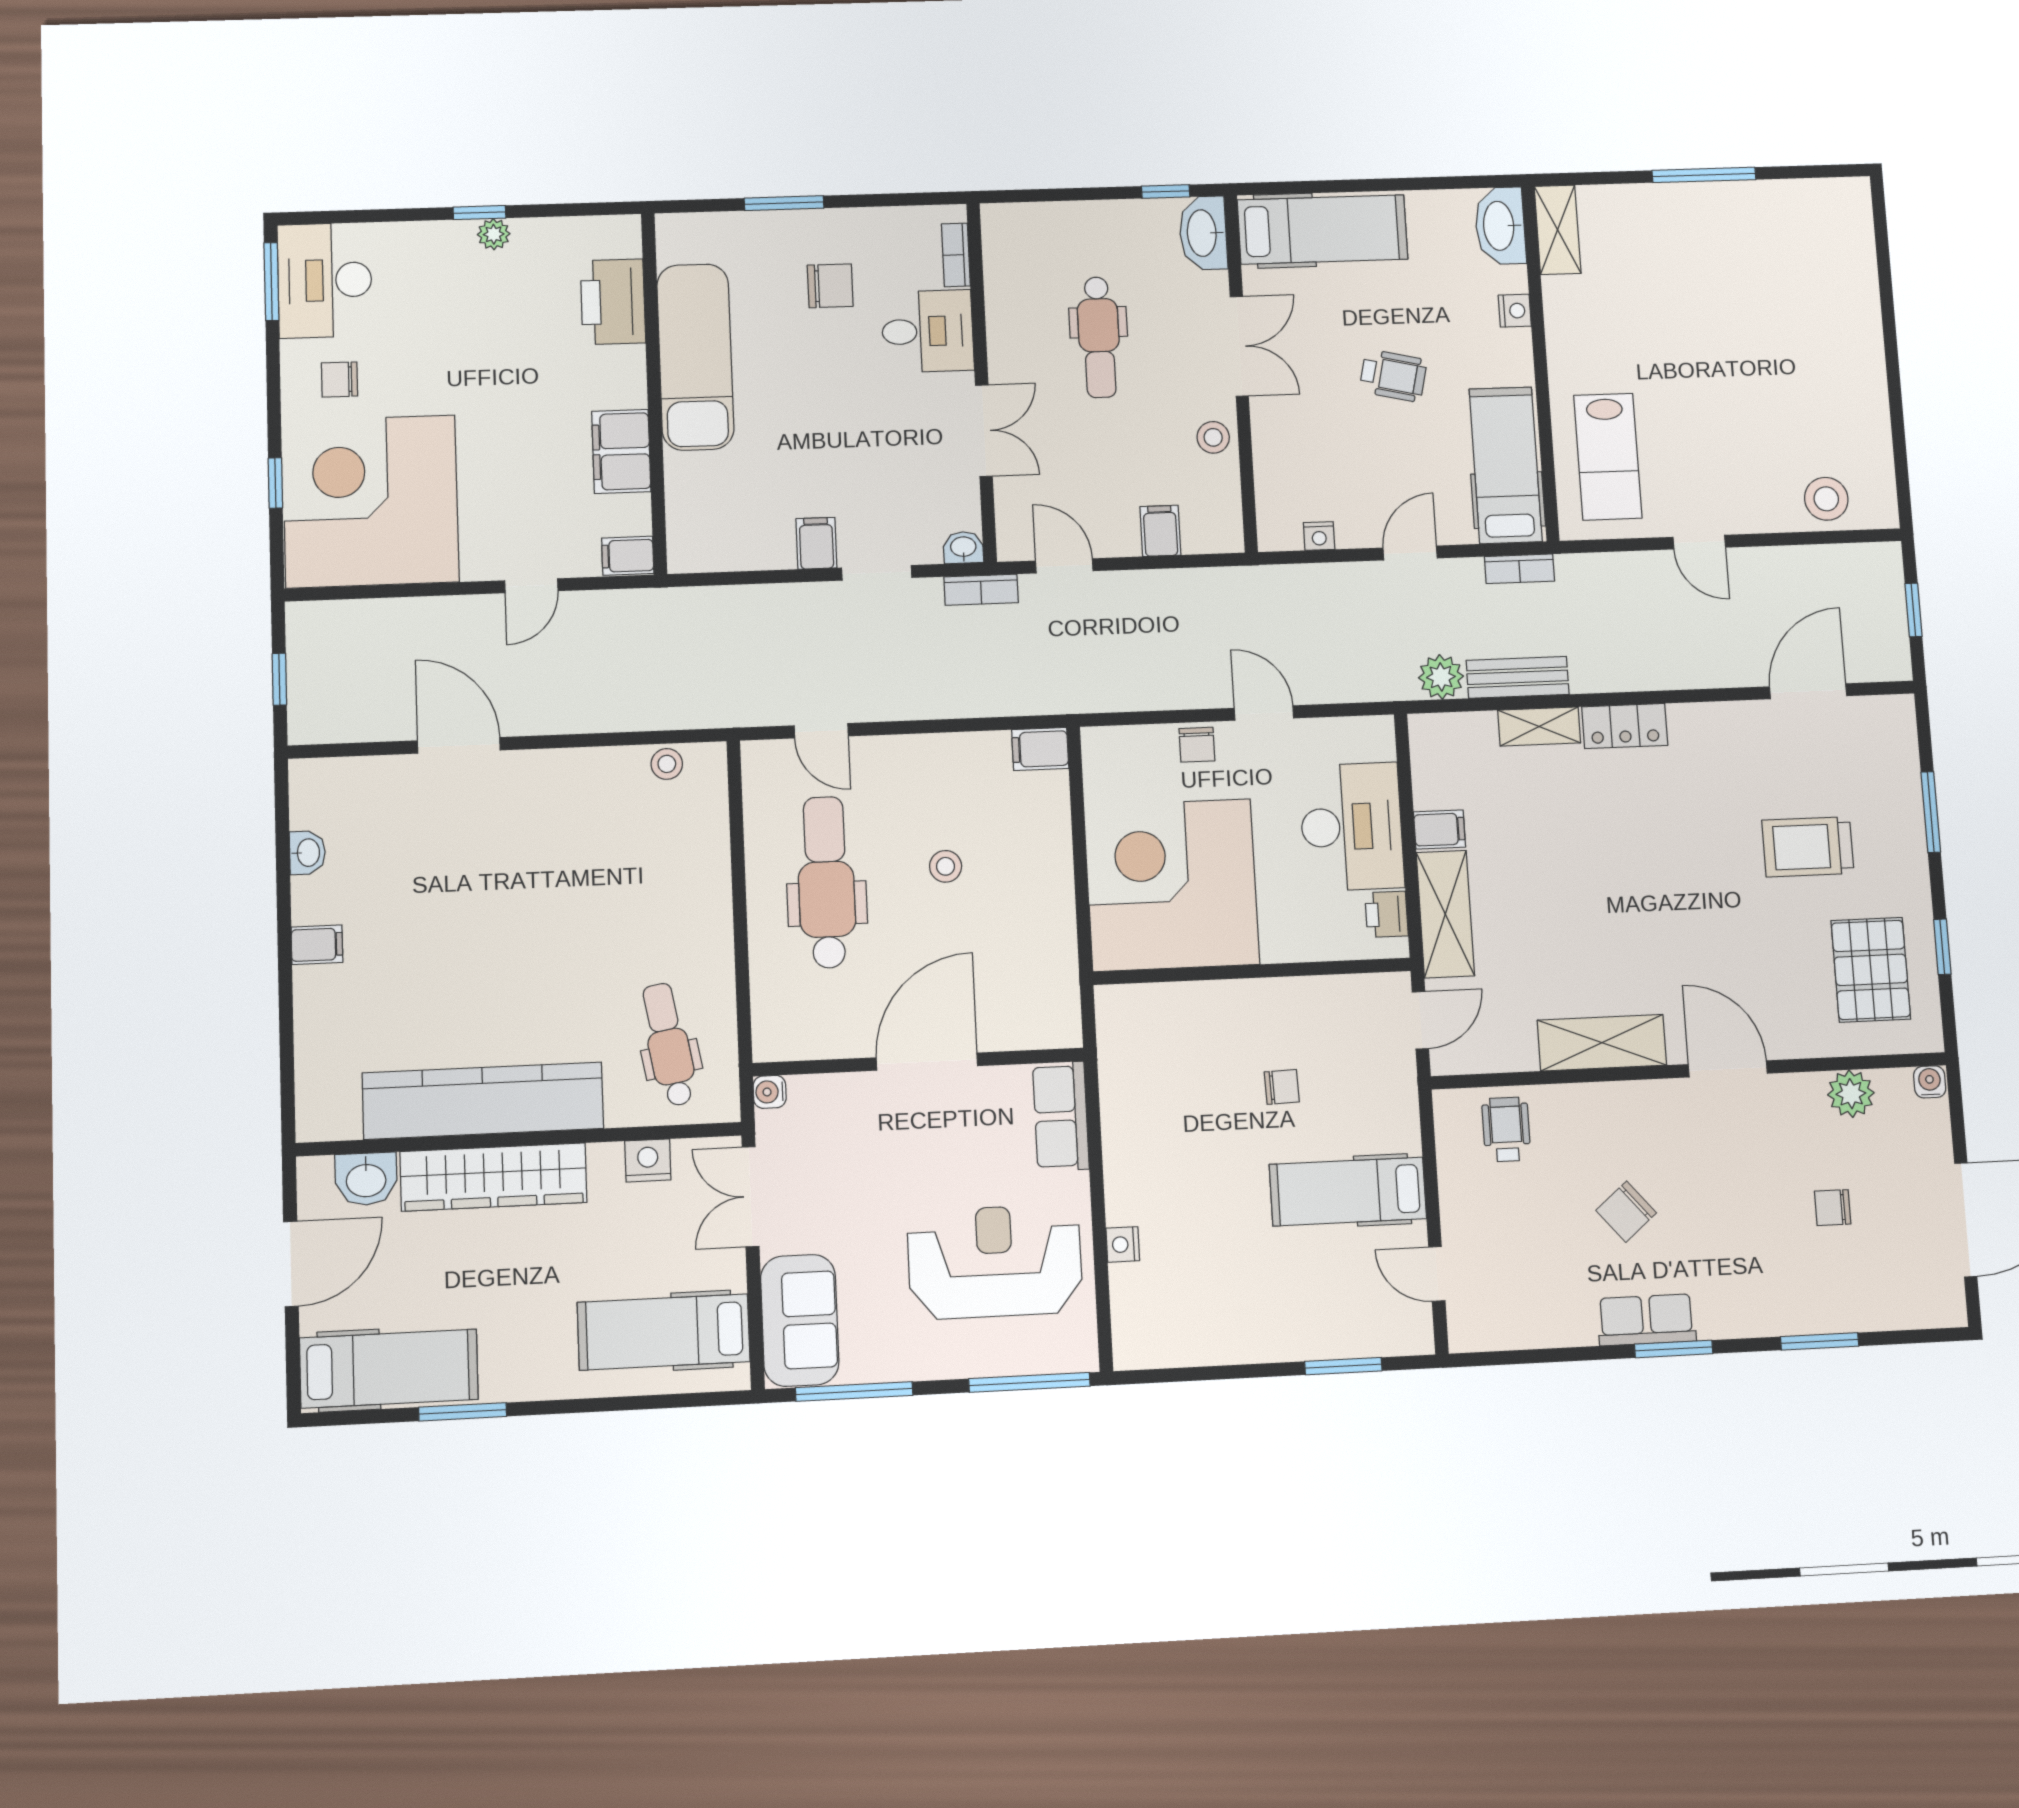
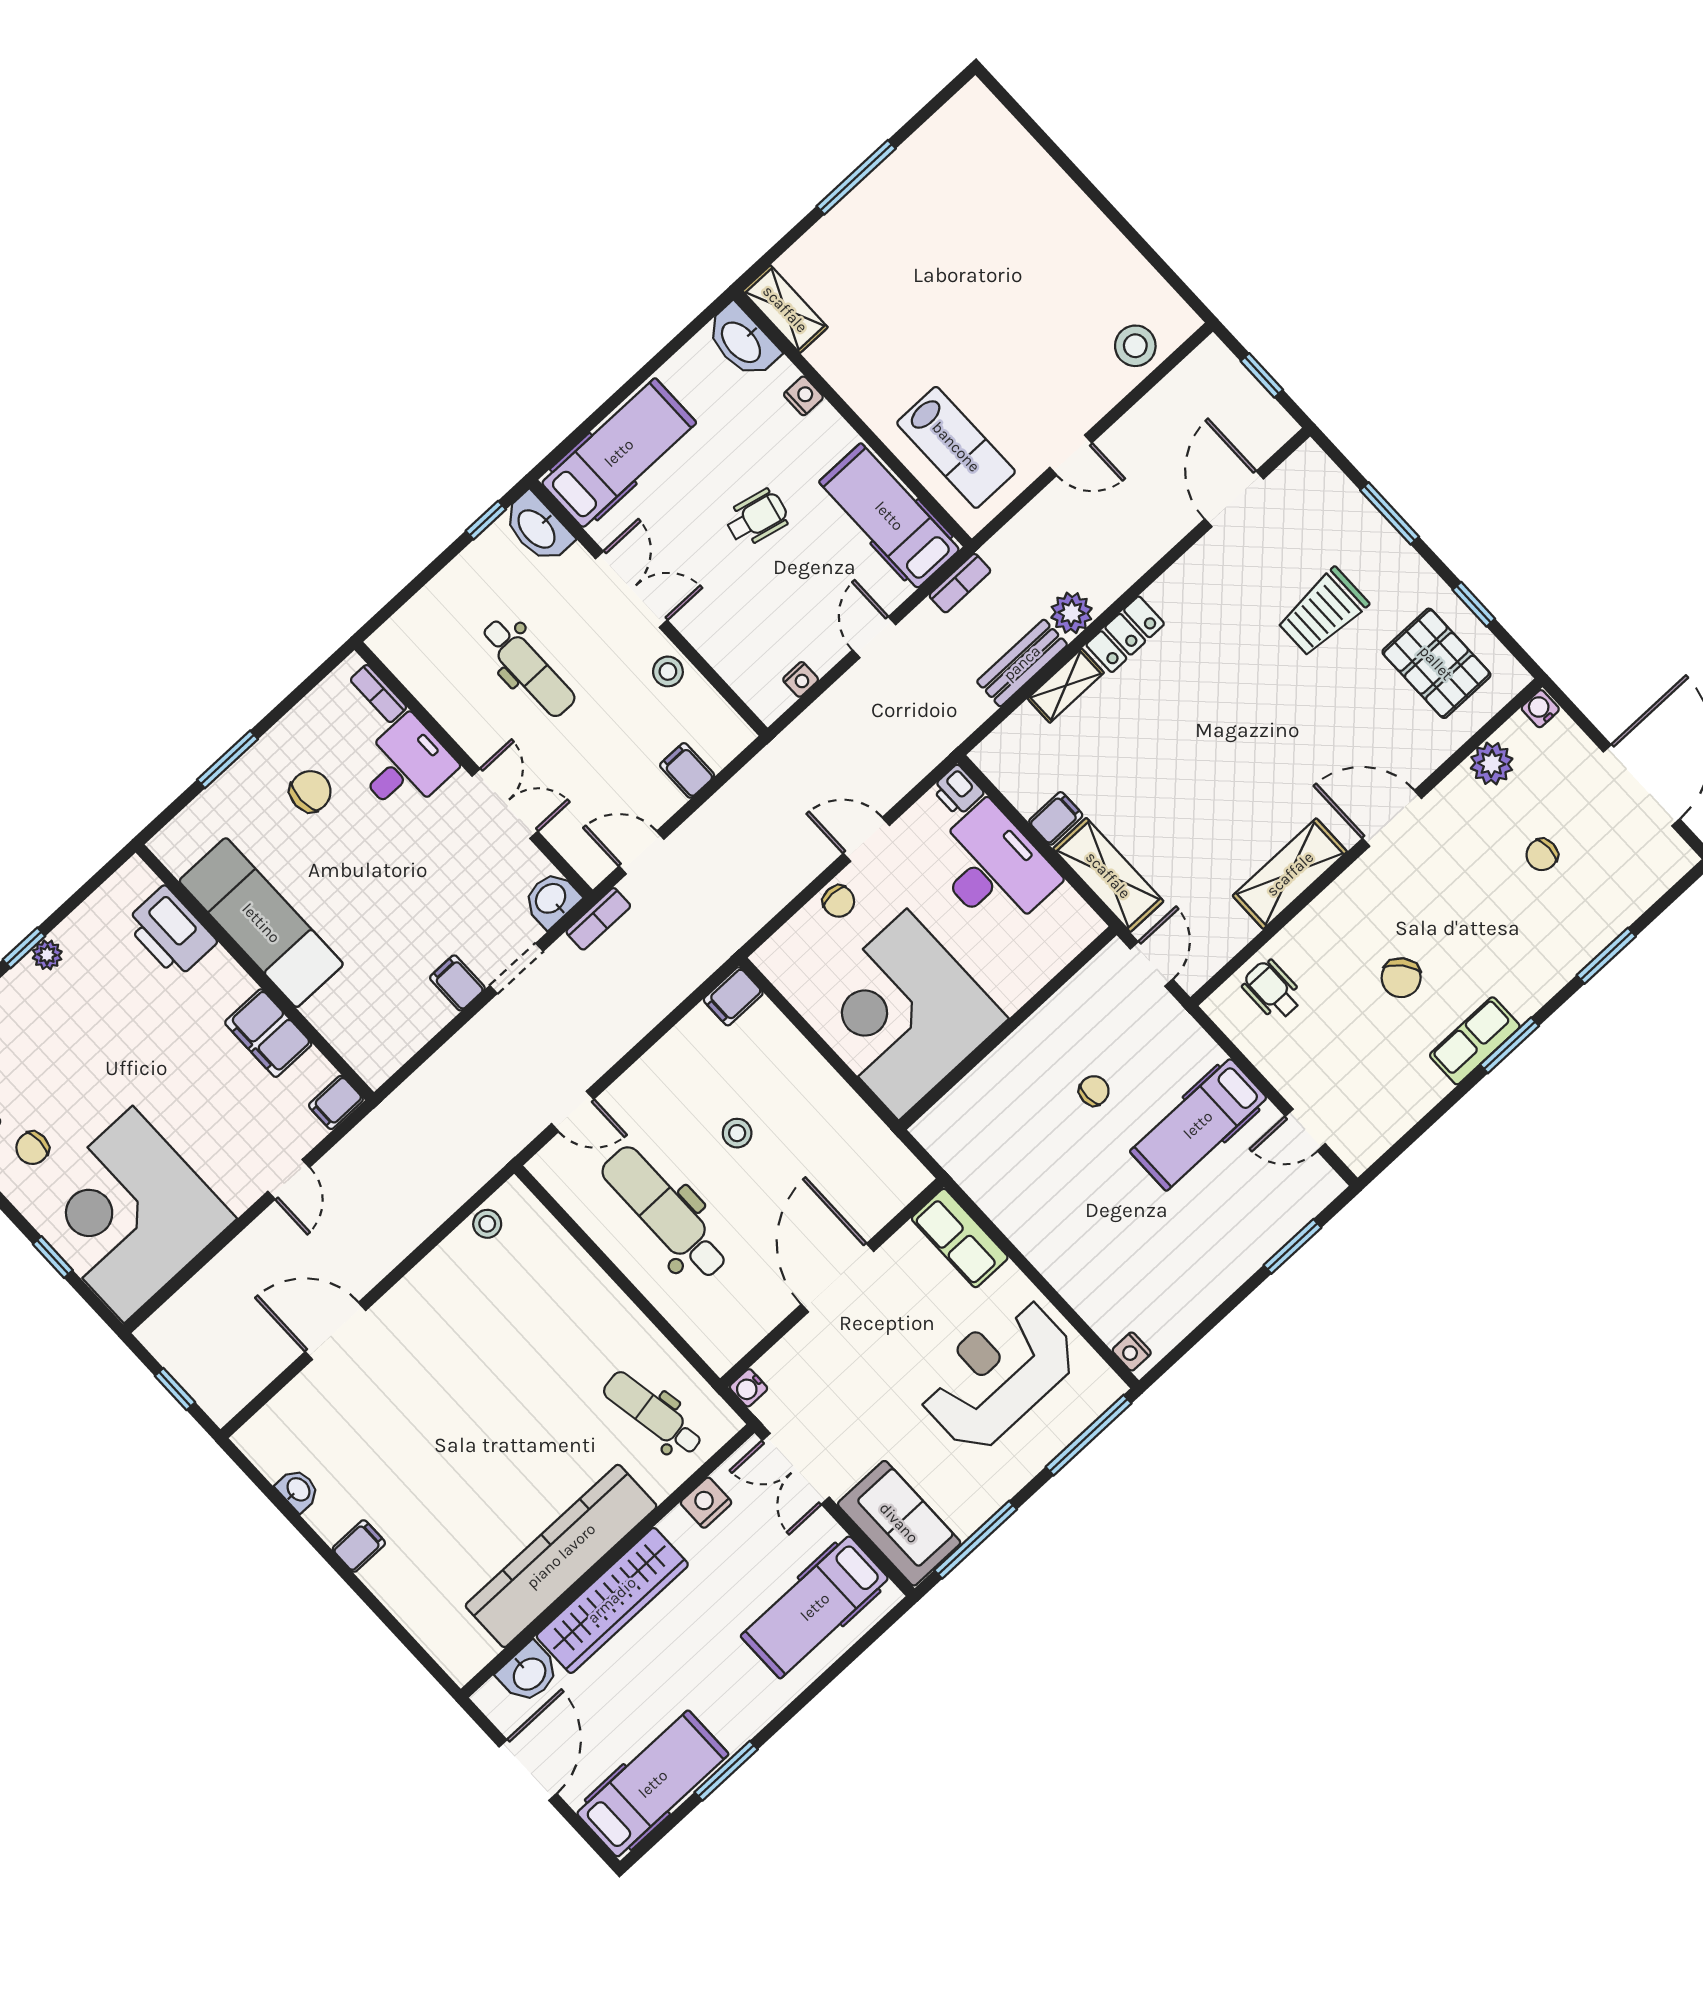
washbasin: (963, 548) -> (551, 899), width x1.38, depth x1.45
plant: (1441, 677) -> (1071, 613), moved
printer: (1387, 914) -> (958, 791), moved
nightstand: (1123, 1244) -> (1132, 1352), moved

